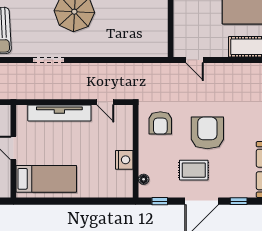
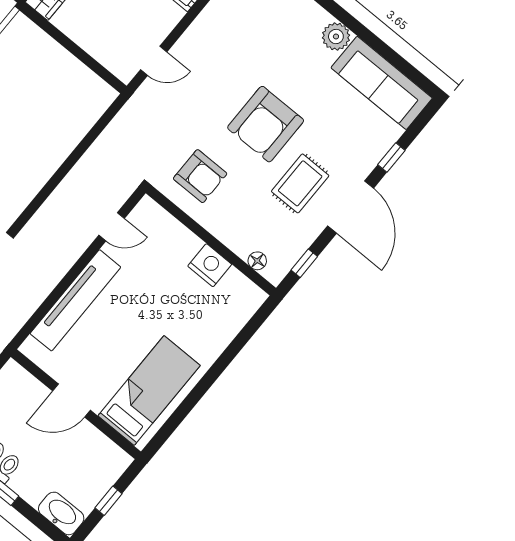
armchair: (207, 133) -> (266, 124), turned -90

